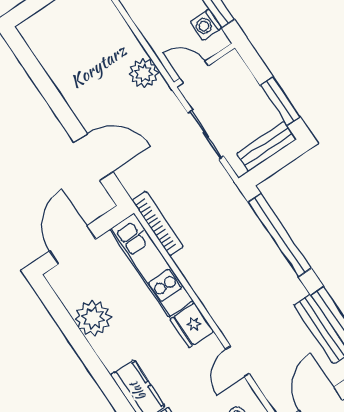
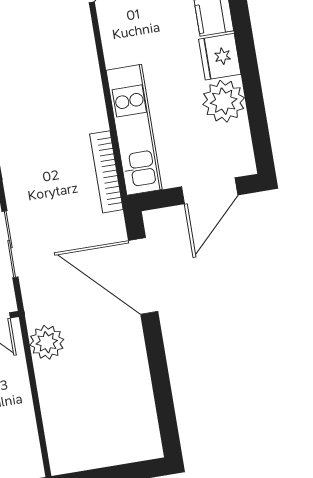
door: (93, 157) -> (143, 276), width x1.36
fridge: (192, 325) -> (220, 57), moved, turned 180

